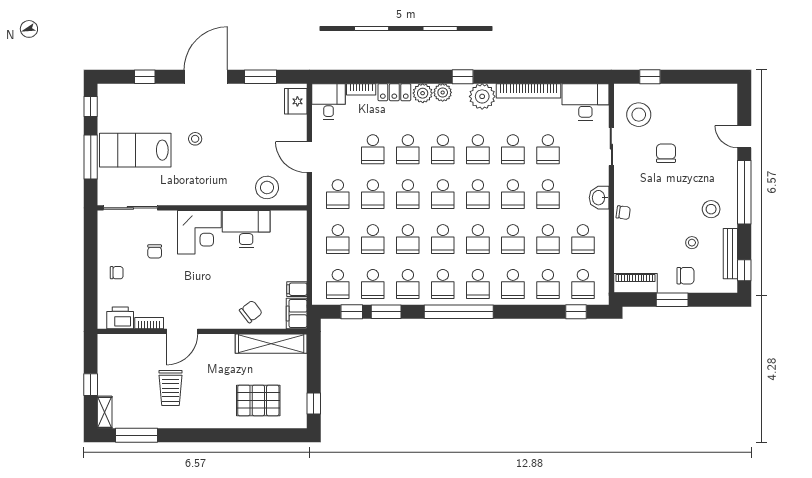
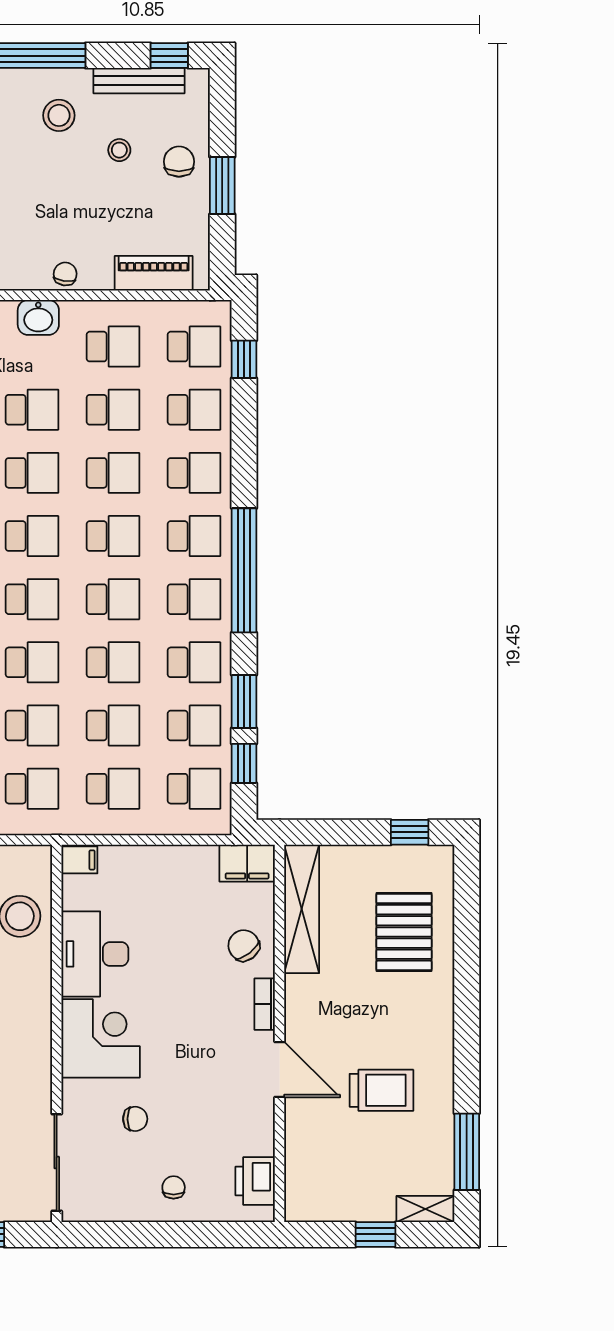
piano: (636, 283) -> (154, 273), moved, turned 90
filing cabinet: (297, 289) -> (79, 860), moved, turned -90
bookcase: (149, 323) -> (265, 1004), moved

